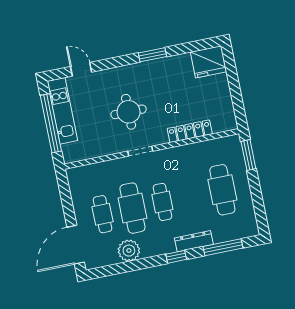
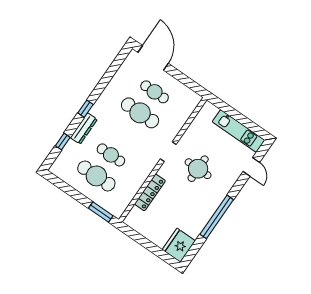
window: (152, 55) -> (217, 217), width x2.11
door: (81, 69) -> (251, 167), hinge flipped
window: (51, 123) -> (238, 117), removed
cafe table: (162, 202) -> (111, 155), moved
window: (223, 247) -> (63, 142), width x0.46
plant: (129, 251) -> (118, 85), removed

